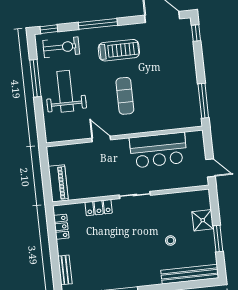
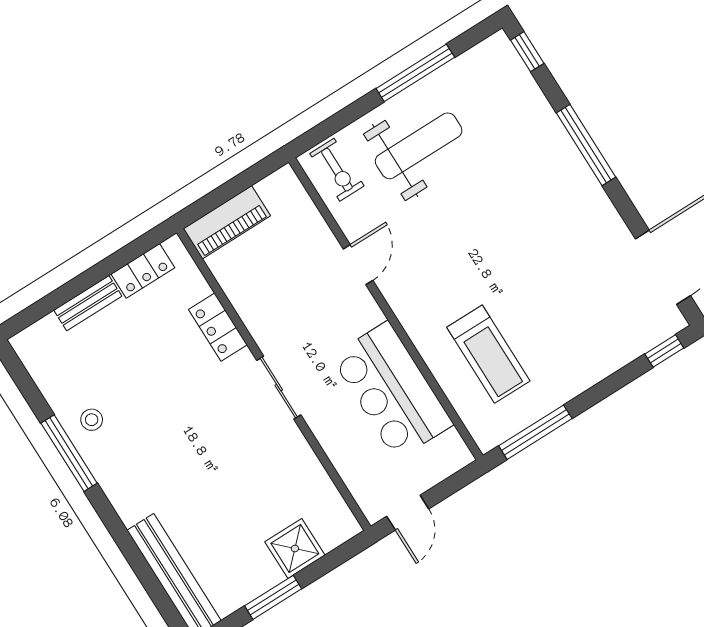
exercise bike: (61, 47) -> (337, 170), moved, width x0.73, depth x0.72
treadmill: (119, 50) -> (488, 354), moved
exercise mat: (125, 96) -> (468, 270), removed
stool: (170, 240) -> (92, 420), moved
bench: (65, 270) -> (88, 303), moved

